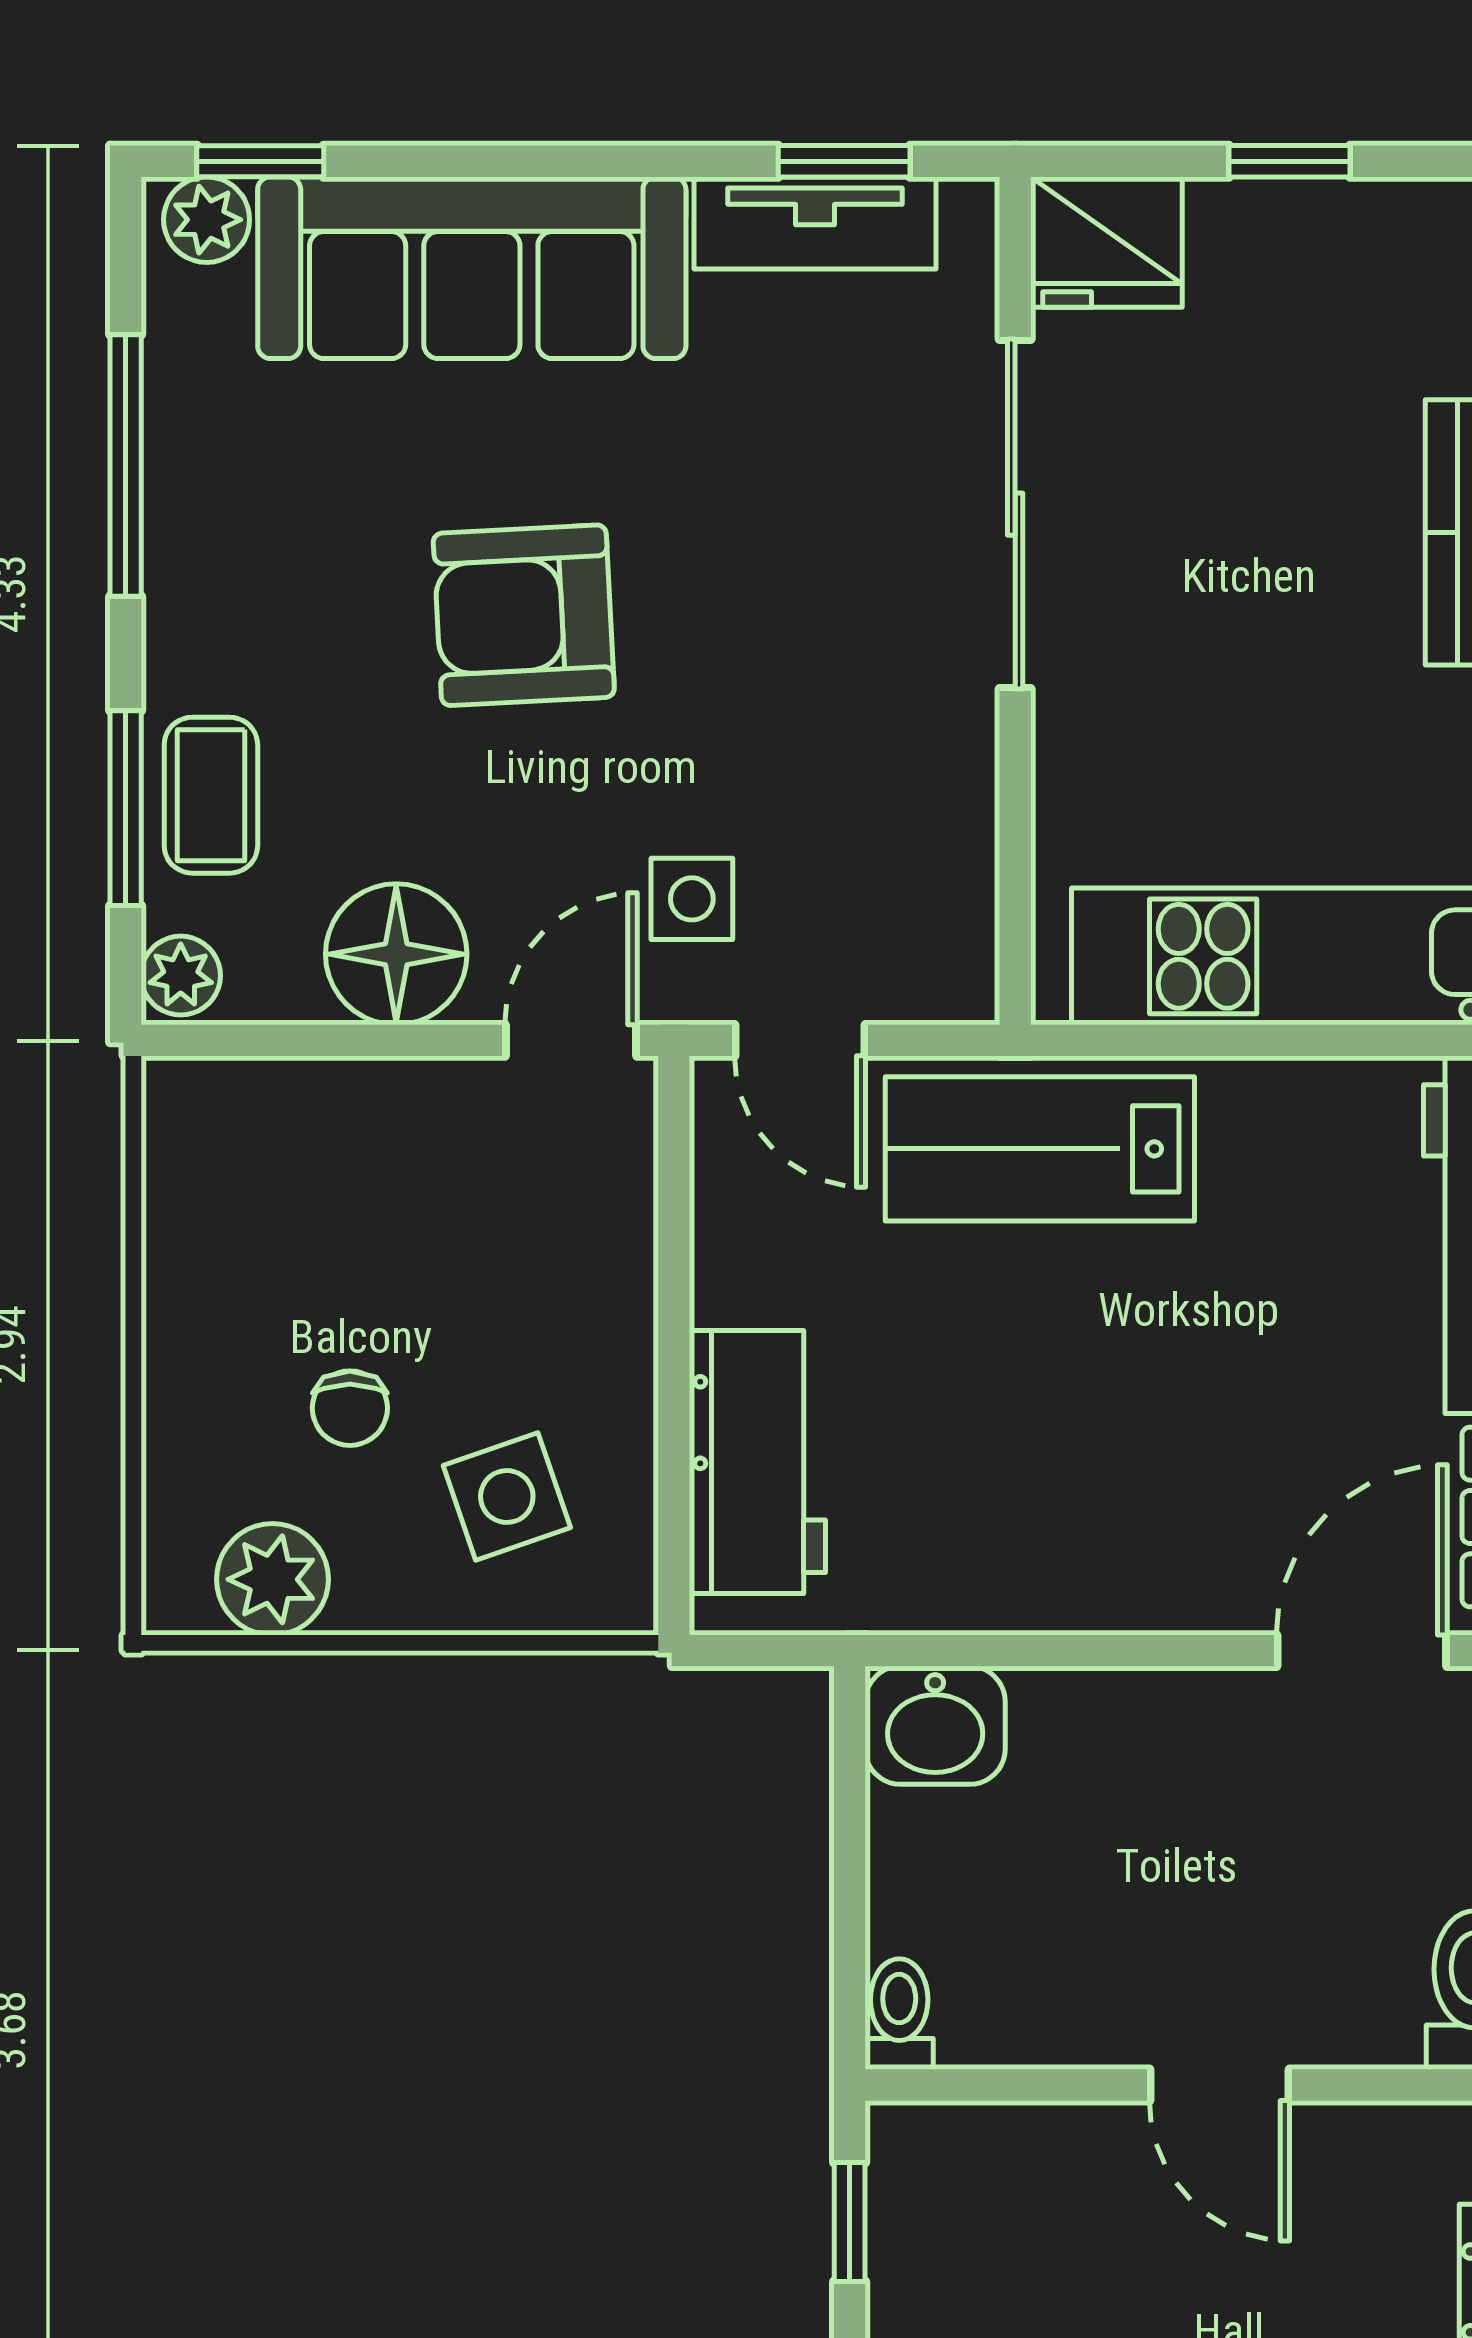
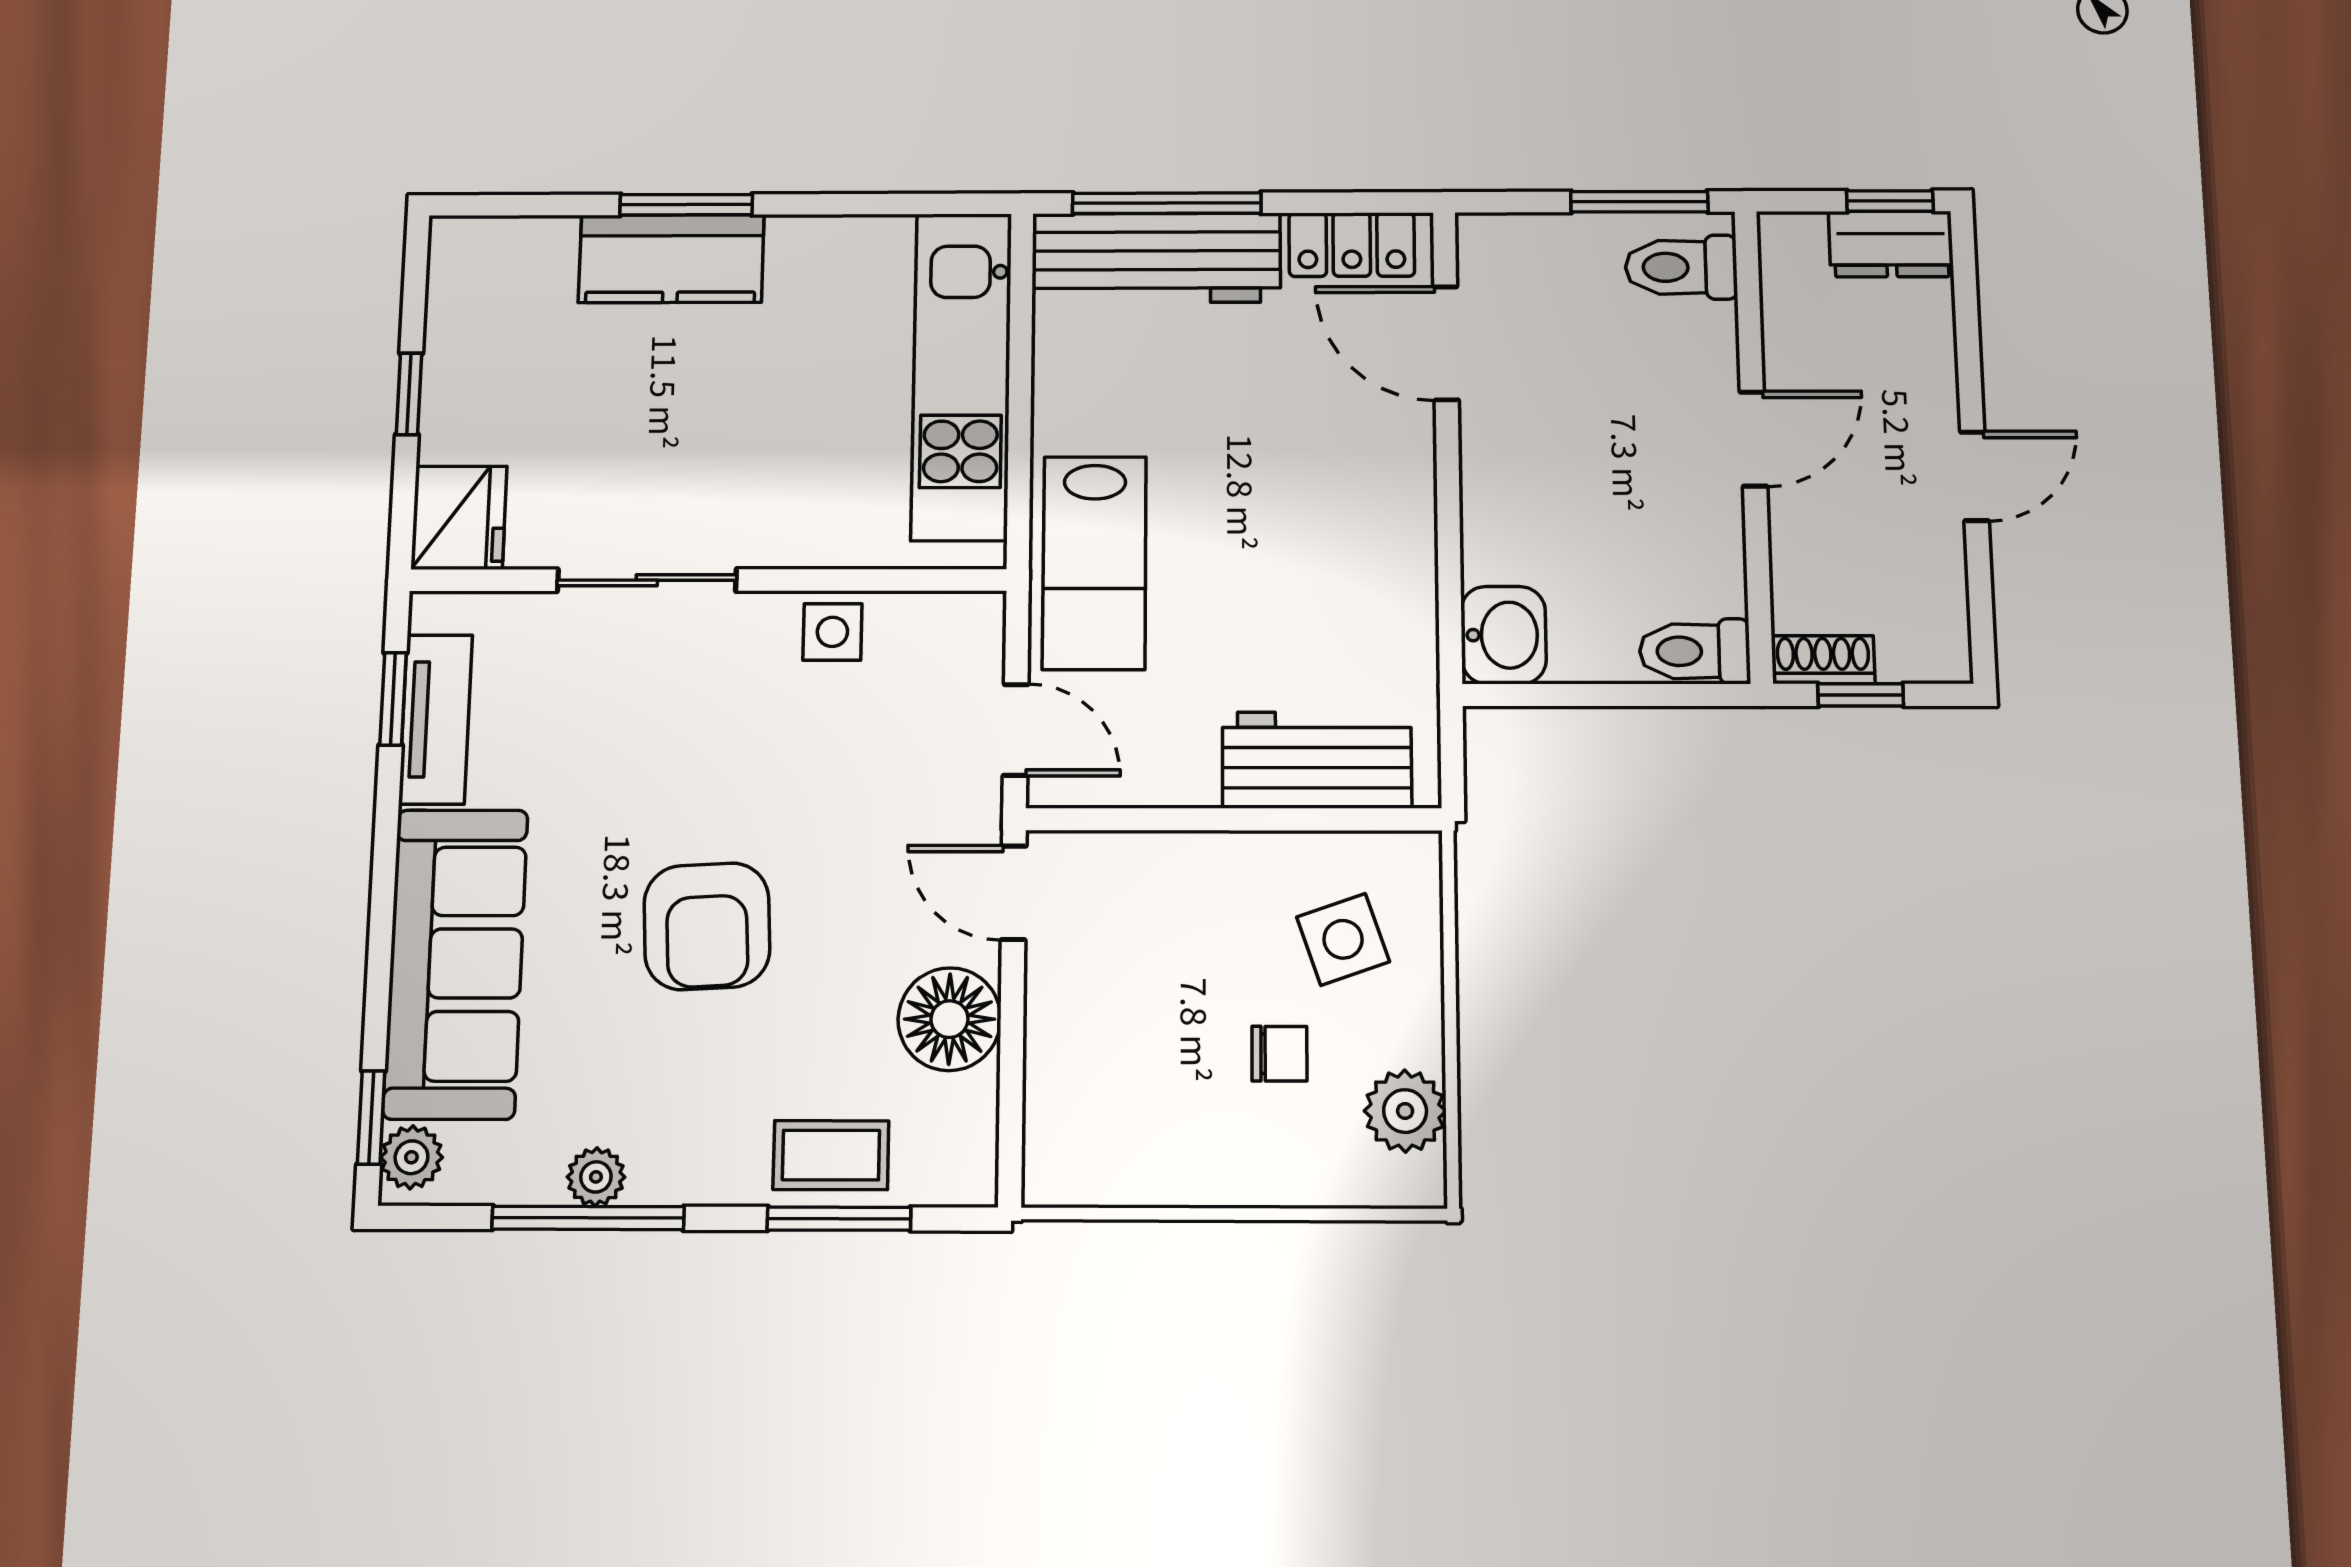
sliding door: (1015, 514) -> (647, 580), width x0.73
side table: (692, 899) -> (832, 632), moved
plant: (181, 976) -> (596, 1177), moved
door: (800, 1040) -> (1016, 730), hinge flipped
toilet: (899, 2014) -> (1695, 651), width x1.37, depth x1.39
shoe rack: (900, 2172) -> (1823, 660), added

